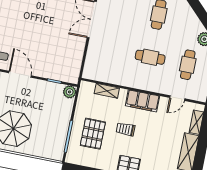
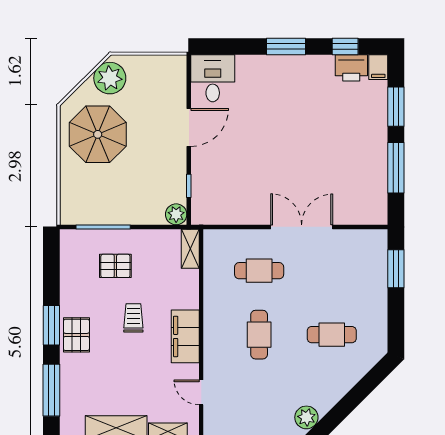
cafe table: (188, 65) -> (259, 271), moved
shelving: (107, 91) -> (190, 249), moved
pallet: (93, 134) -> (115, 266), width x0.67, depth x0.71

